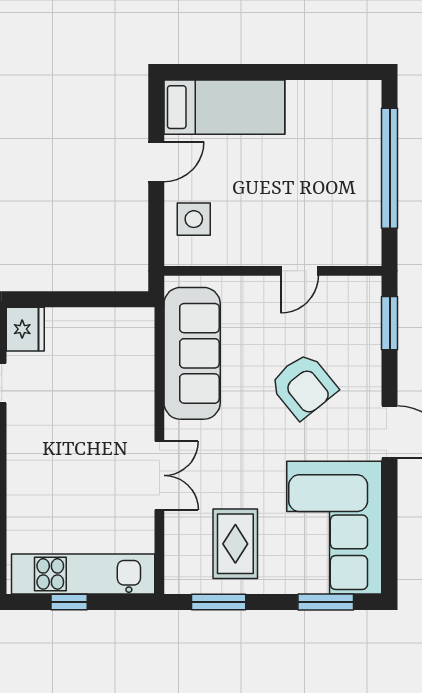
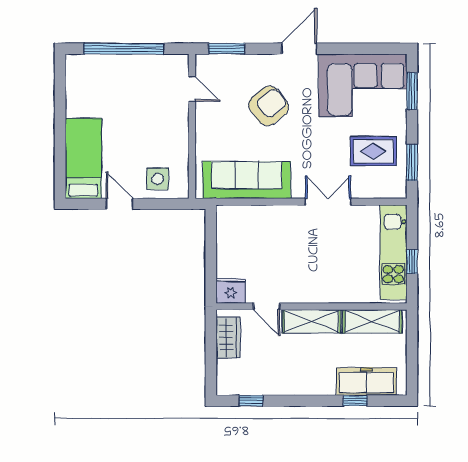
door: (300, 271) -> (192, 89), moved

